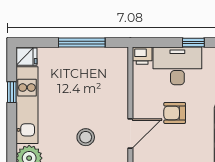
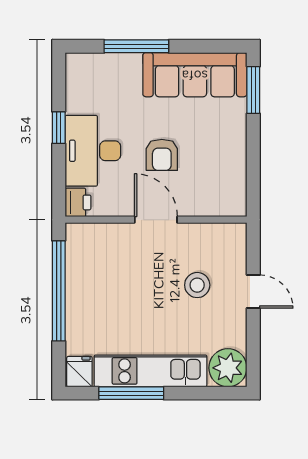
window: (82, 43) -> (59, 291), width x1.46
window: (12, 92) -> (131, 393), width x2.17
door: (130, 134) -> (156, 220), moved

